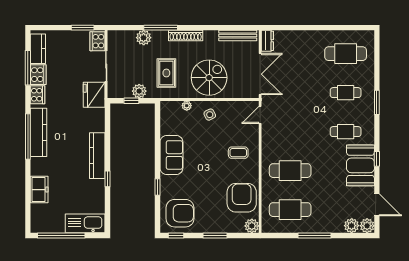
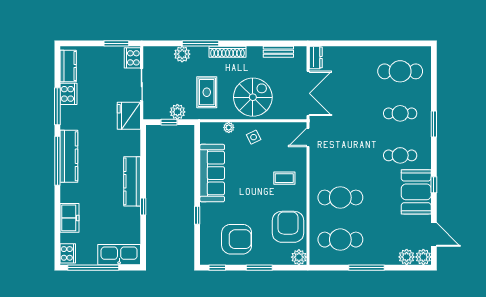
bench: (238, 36) -> (278, 52), width x0.73
window: (28, 68) -> (57, 106), moved
cooker: (38, 95) -> (68, 253), moved
sofa: (171, 155) -> (212, 173), width x1.36
armchair: (180, 213) -> (237, 239), moved

